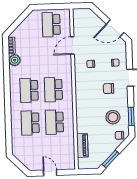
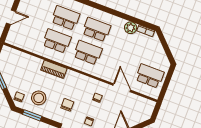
piano: (82, 145) -> (54, 69), moved

